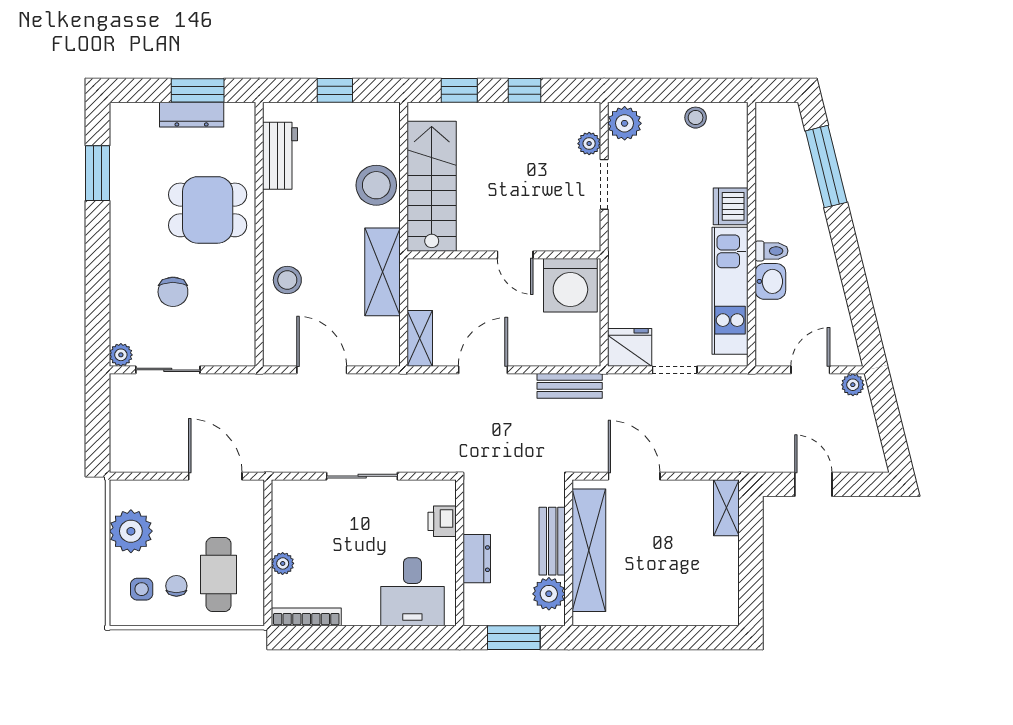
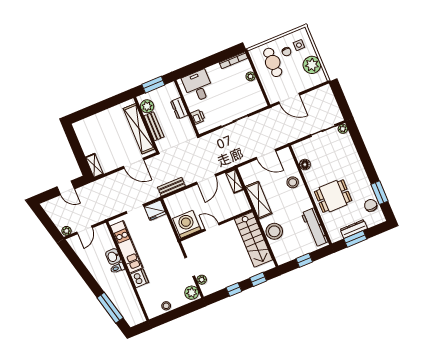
workbench: (280, 156) -> (315, 227), width x1.37
chair: (173, 292) -> (371, 205), moved
floor lamp: (242, 309) -> (305, 165), added

